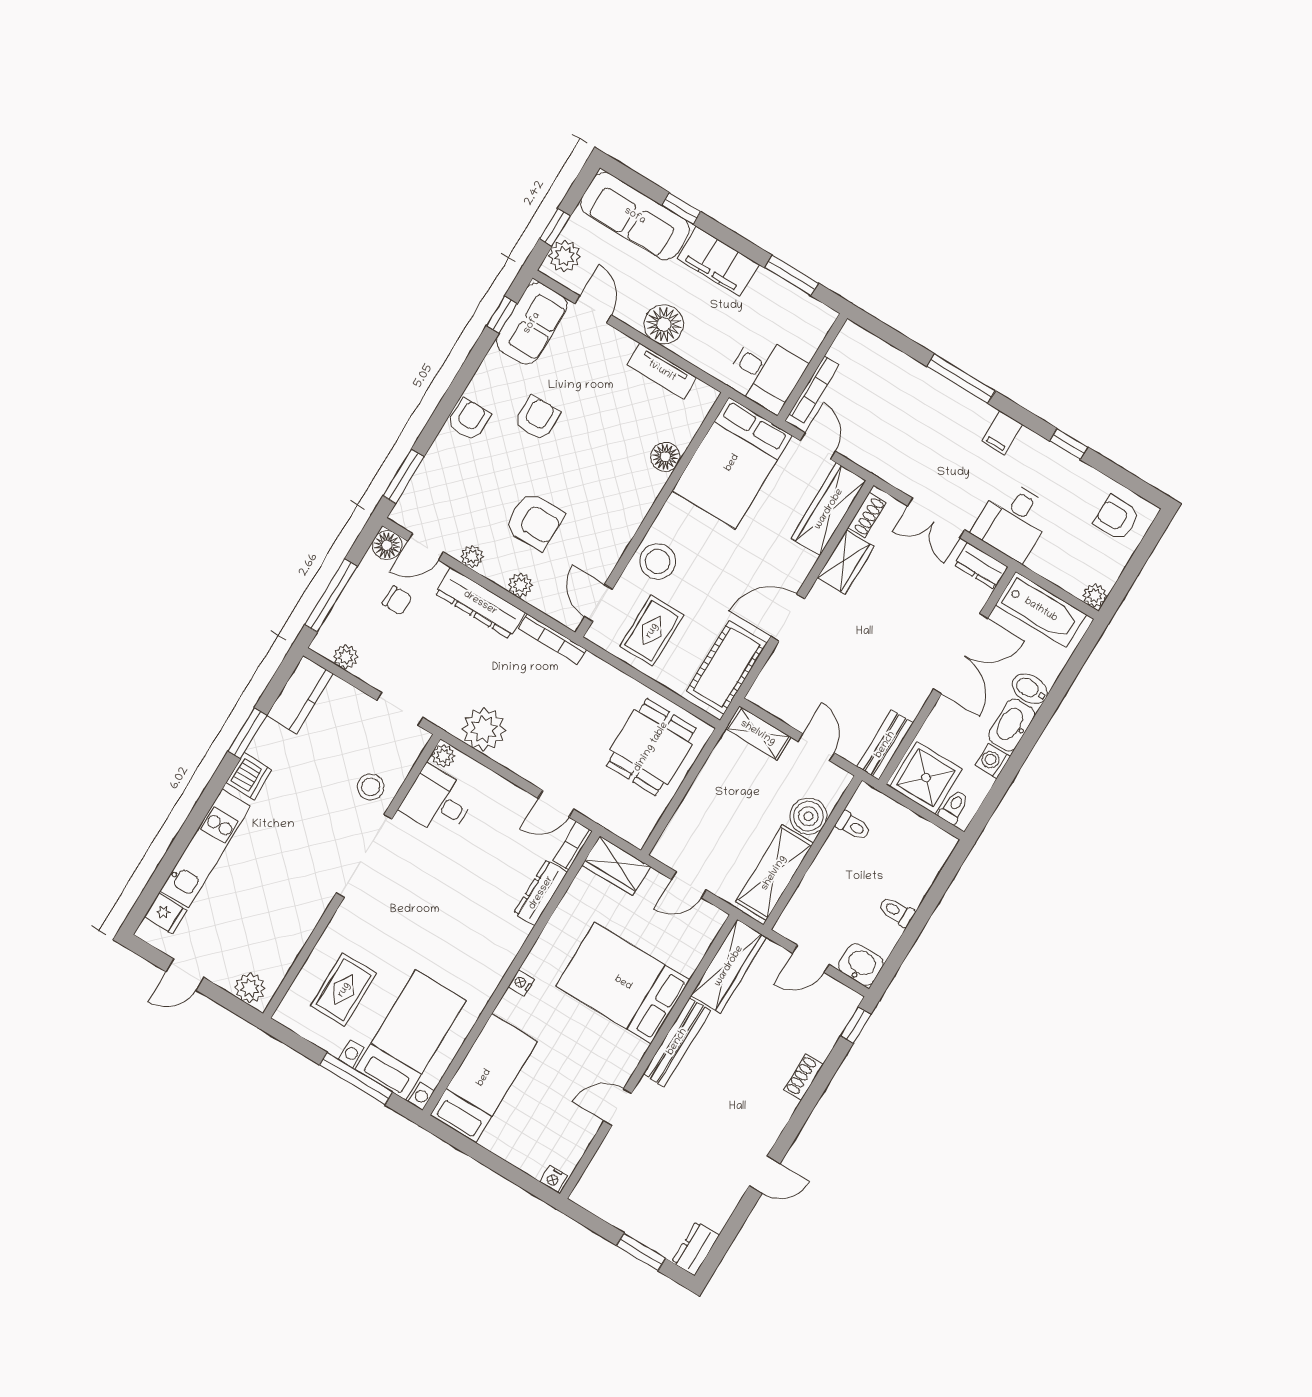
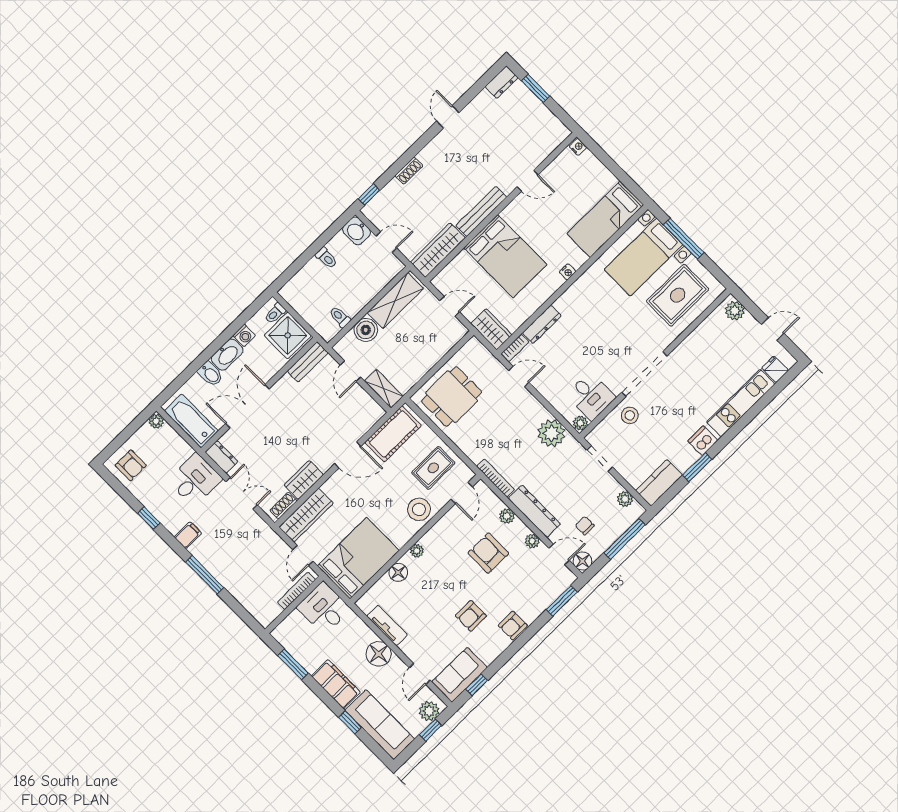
plant: (645, 497) -> (417, 551), added
rug: (344, 990) -> (678, 295), width x1.36, depth x1.43
door: (765, 1175) -> (448, 117), hinge flipped

